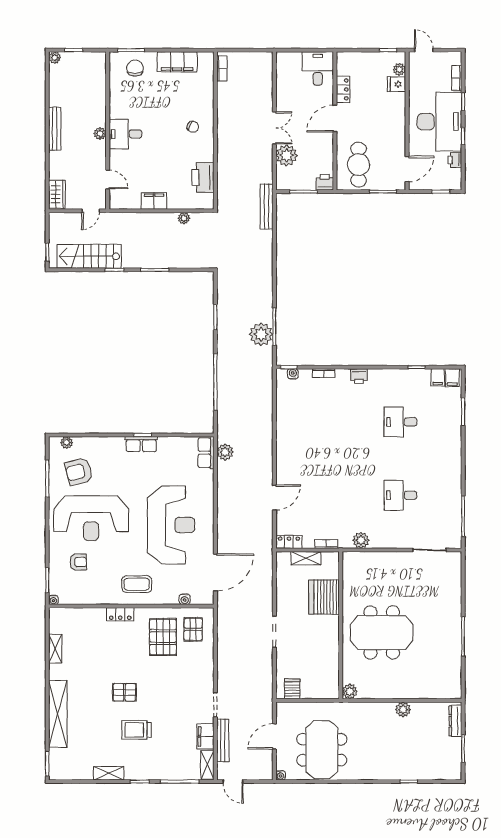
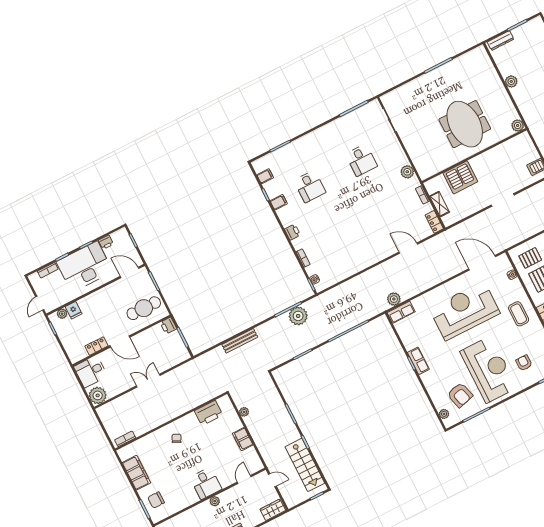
plant: (287, 155) -> (98, 395), moved
bench: (267, 206) -> (240, 341), moved
filing cabinet: (452, 378) -> (279, 202), moved

